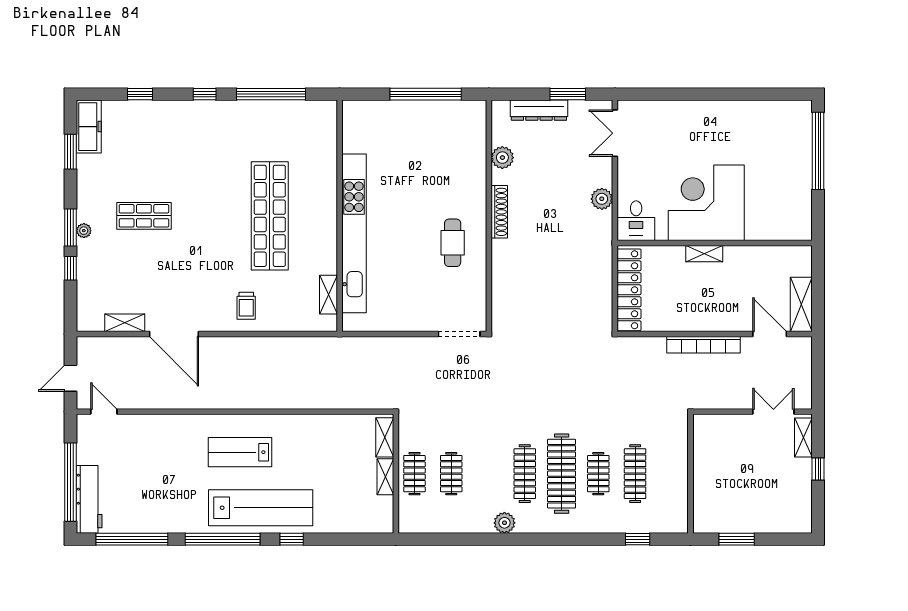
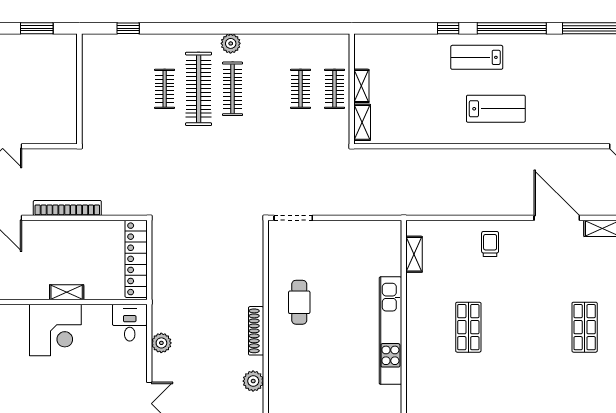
corner desk: (706, 203) -> (55, 330), width x0.74, depth x0.74
shop shelf: (144, 216) -> (585, 327), turned 90
shop shelf: (270, 216) -> (468, 327), width x0.50, depth x0.74
kitchen unit: (354, 233) -> (390, 331), width x0.73
clothes rail: (635, 474) -> (131, 89), removed
lab bench: (261, 508) -> (477, 57), width x0.54, depth x0.72
plant: (504, 523) -> (231, 43), moved

